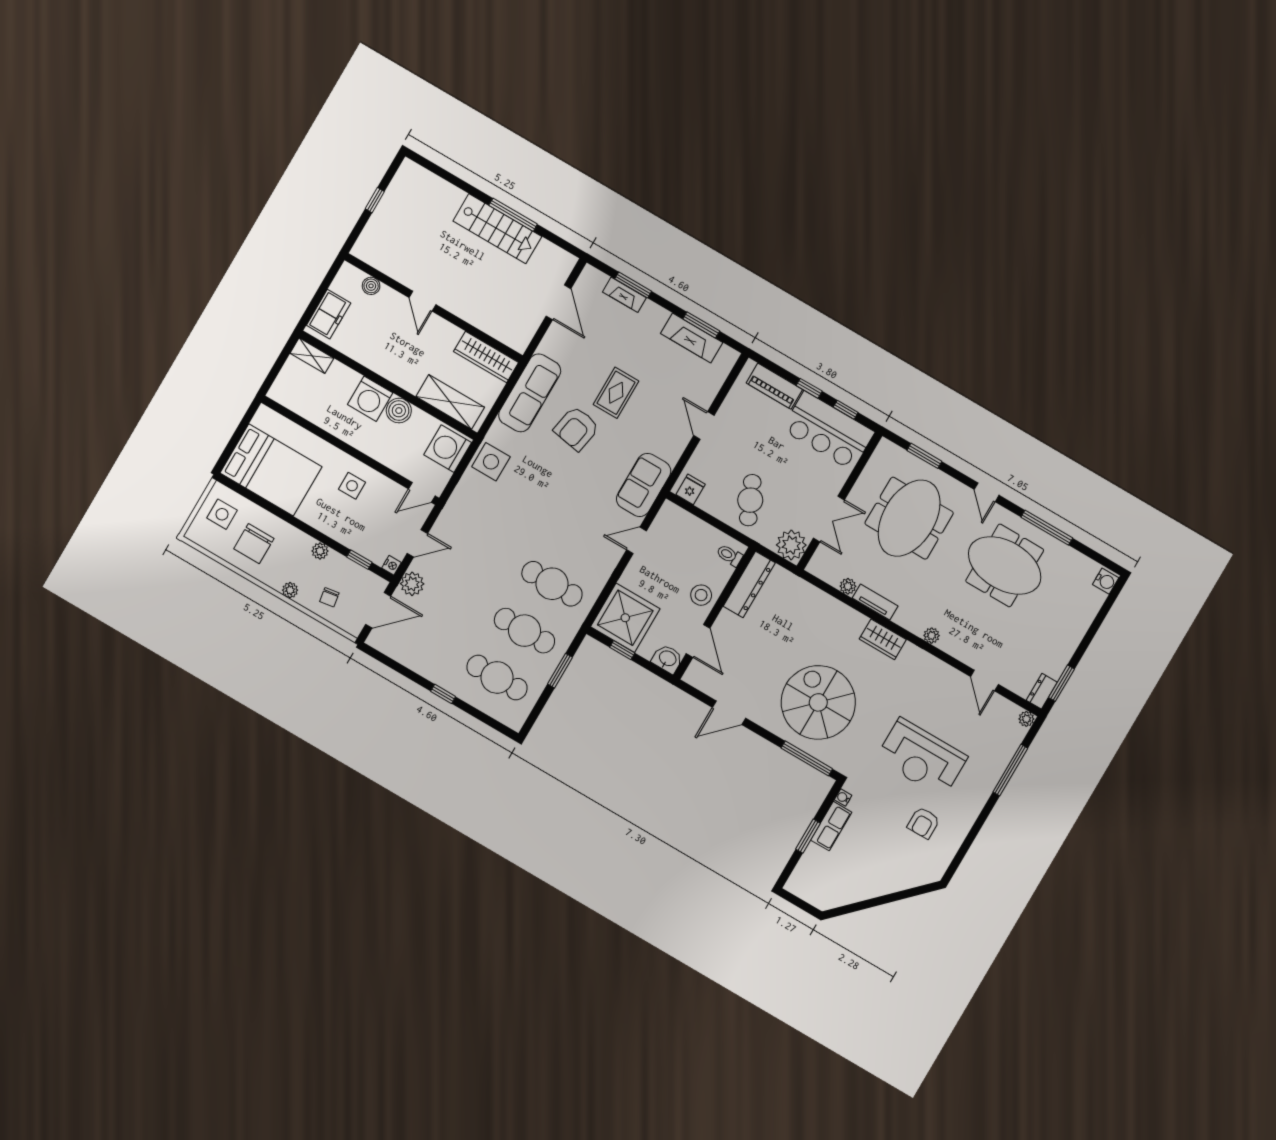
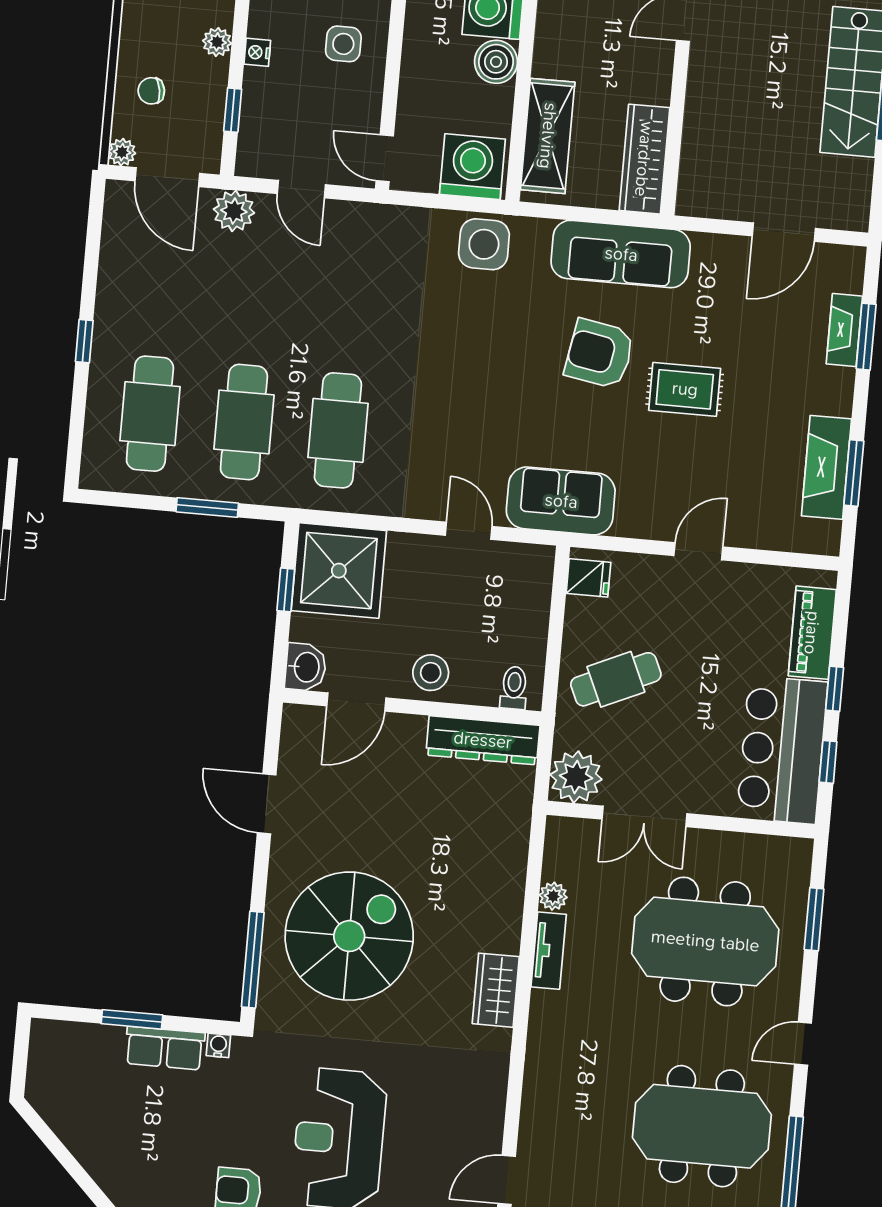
nightstand: (392, 565) -> (257, 52), moved, turned 90
meeting table: (1005, 565) -> (702, 1126), turned 90
plant: (290, 590) -> (122, 152), moved
plant: (932, 636) -> (538, 1064), removed

